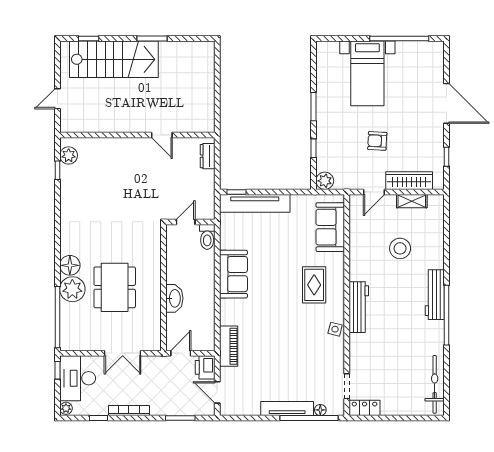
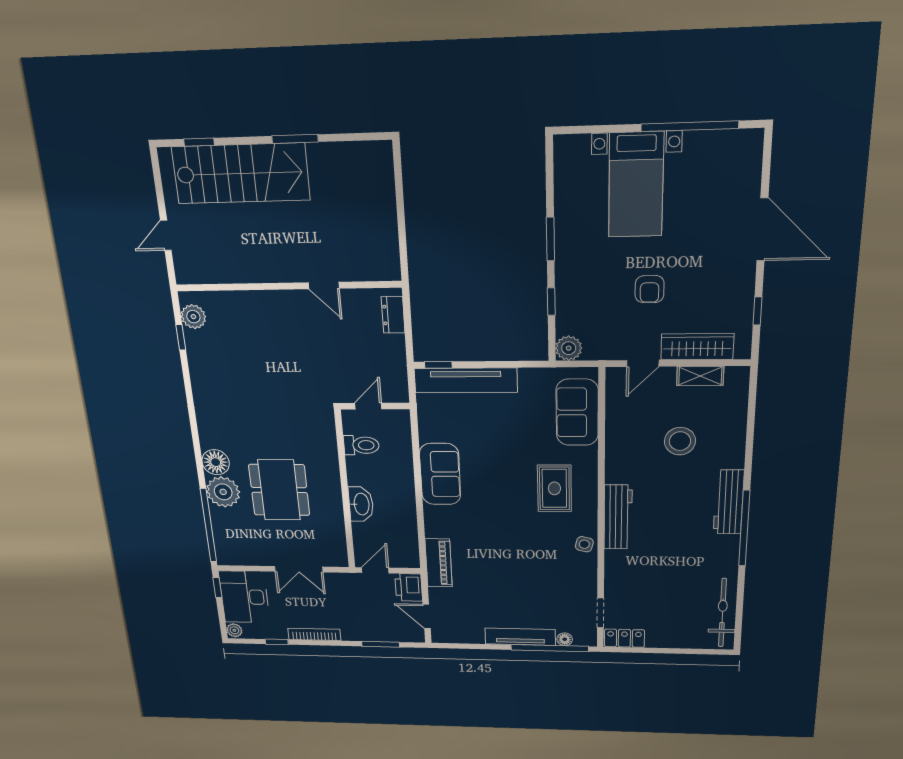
armchair: (377, 141) -> (650, 289), turned -93
toilet: (207, 237) -> (361, 445), moved, turned -90

